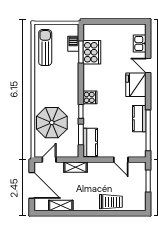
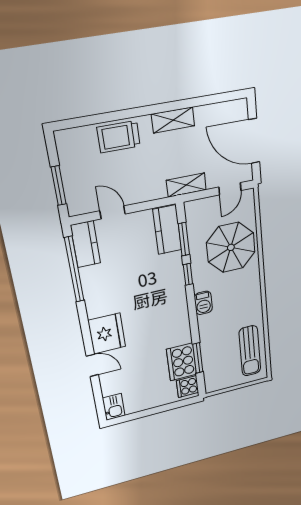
kitchen sink: (140, 43) -> (114, 407), moved
barbecue: (73, 44) -> (203, 303), moved
cooker: (90, 97) -> (187, 387), moved
kitchen counter: (139, 119) -> (85, 244), moved
shelving: (61, 206) -> (173, 120), moved

